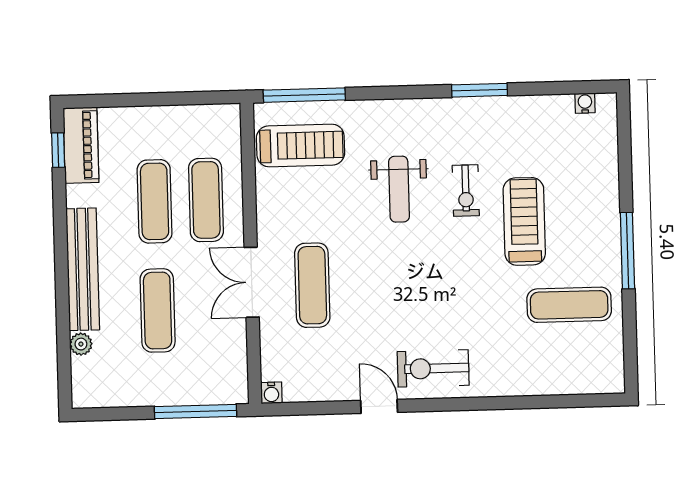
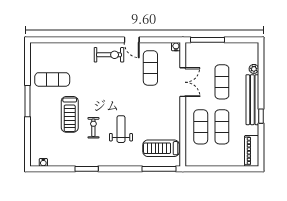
window: (58, 150) -> (261, 116), moved
double door: (252, 282) -> (183, 82), moved
exercise mat: (312, 285) -> (150, 68), moved

